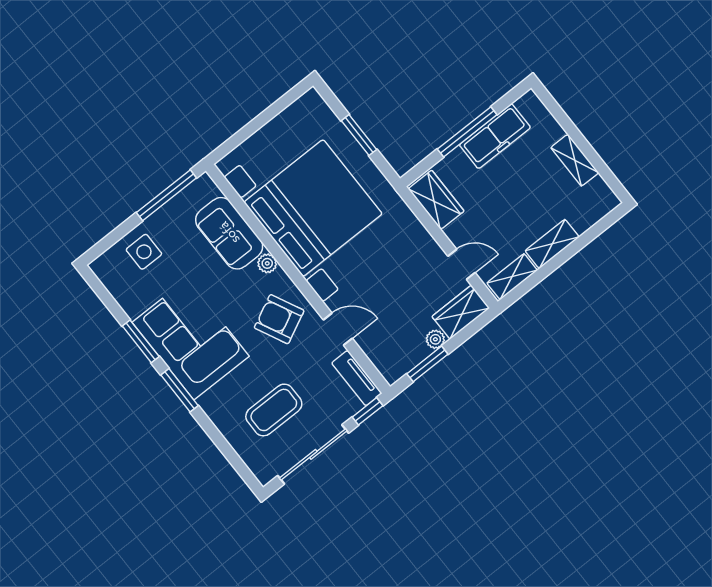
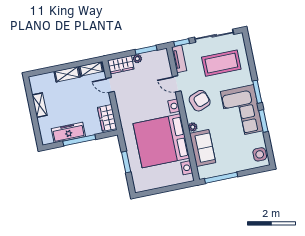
side table: (144, 252) -> (260, 154), moved
armchair: (279, 319) -> (200, 101), turned -84
coffee table: (274, 410) -> (221, 63), width x1.36, depth x1.32

